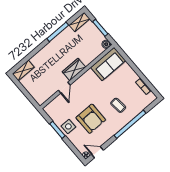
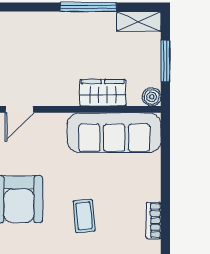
sofa: (108, 64) -> (114, 133), width x1.36
wardrobe: (74, 69) -> (103, 93), moved

